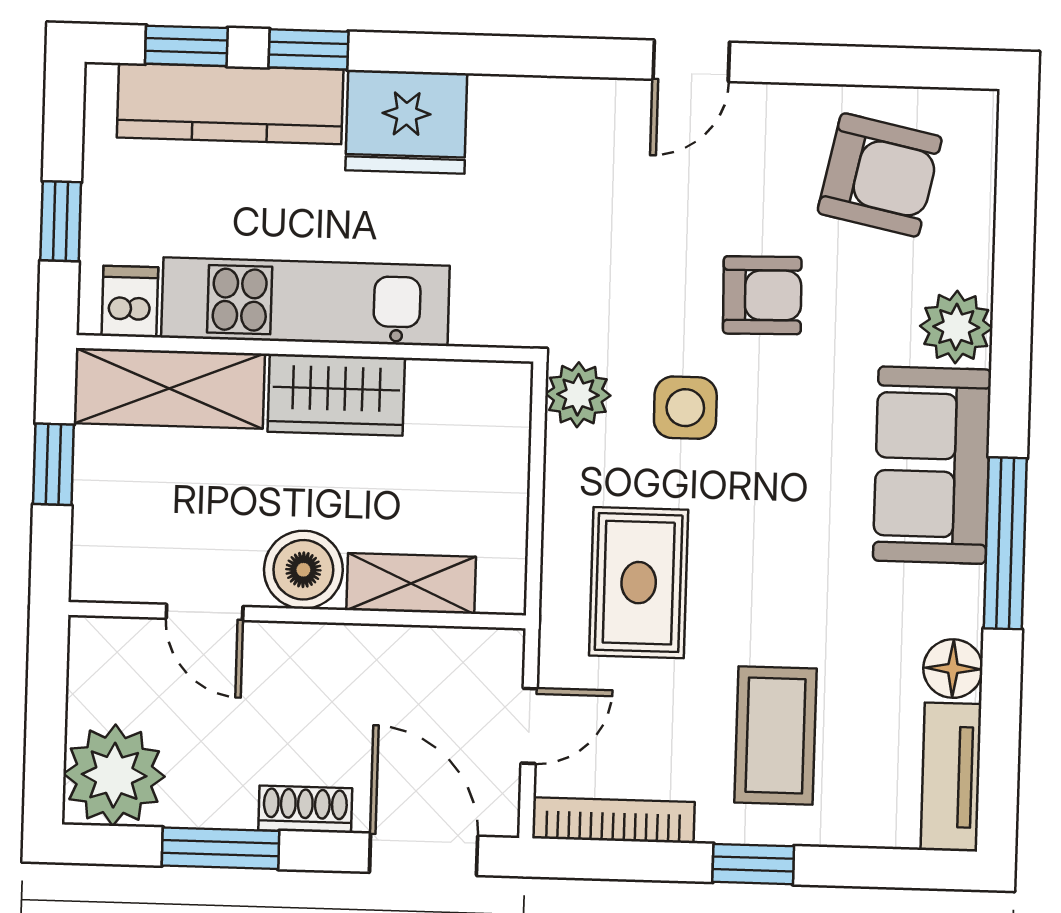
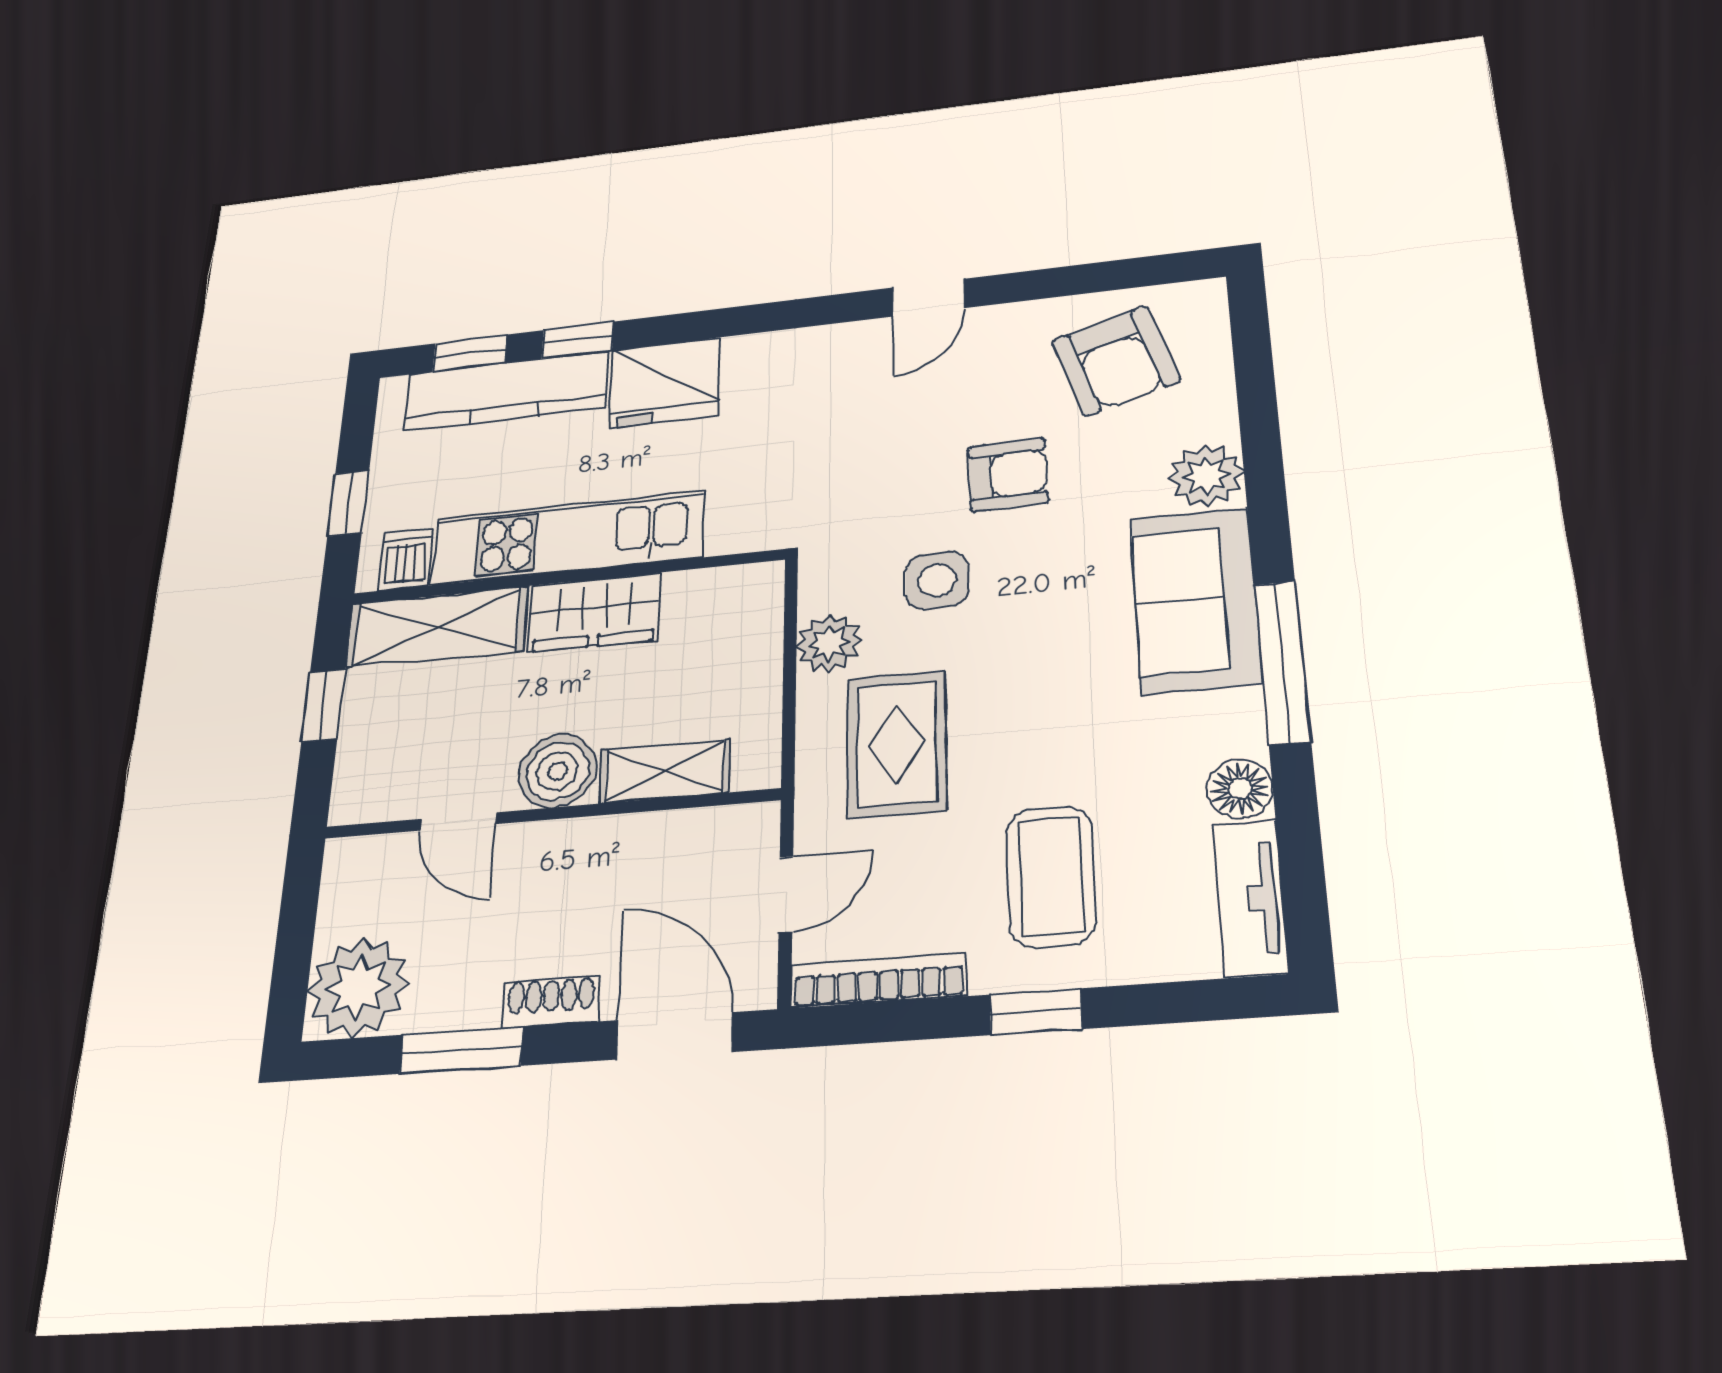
armchair: (880, 175) -> (1116, 361), turned 61
plant: (578, 395) -> (829, 643), moved

